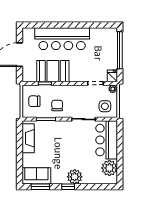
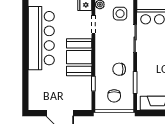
bar counter: (62, 39) -> (41, 38), moved
booth: (53, 71) -> (79, 57), moved

